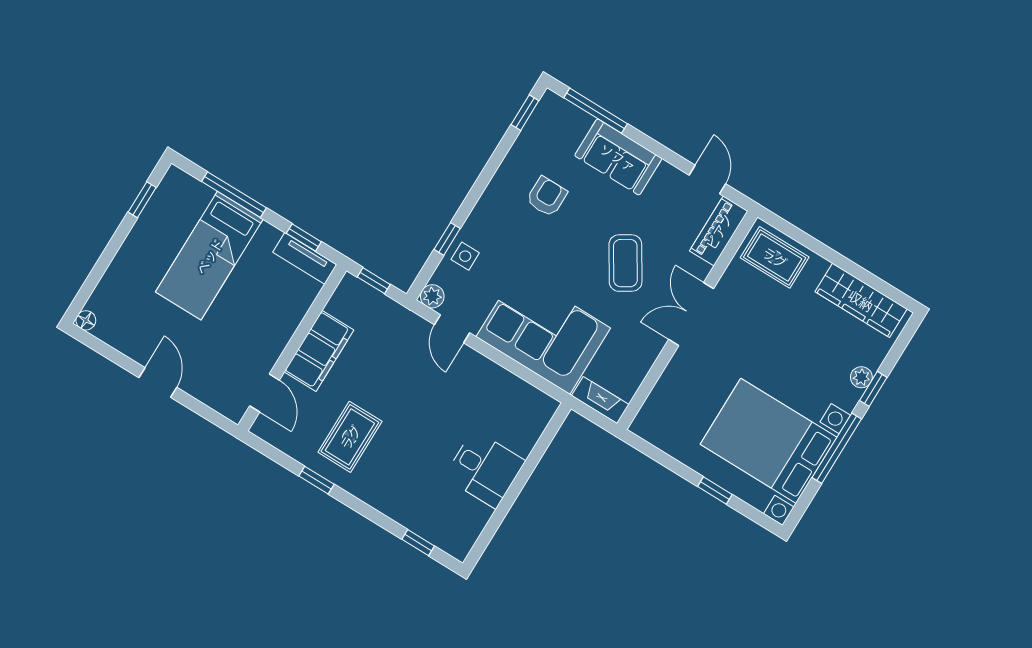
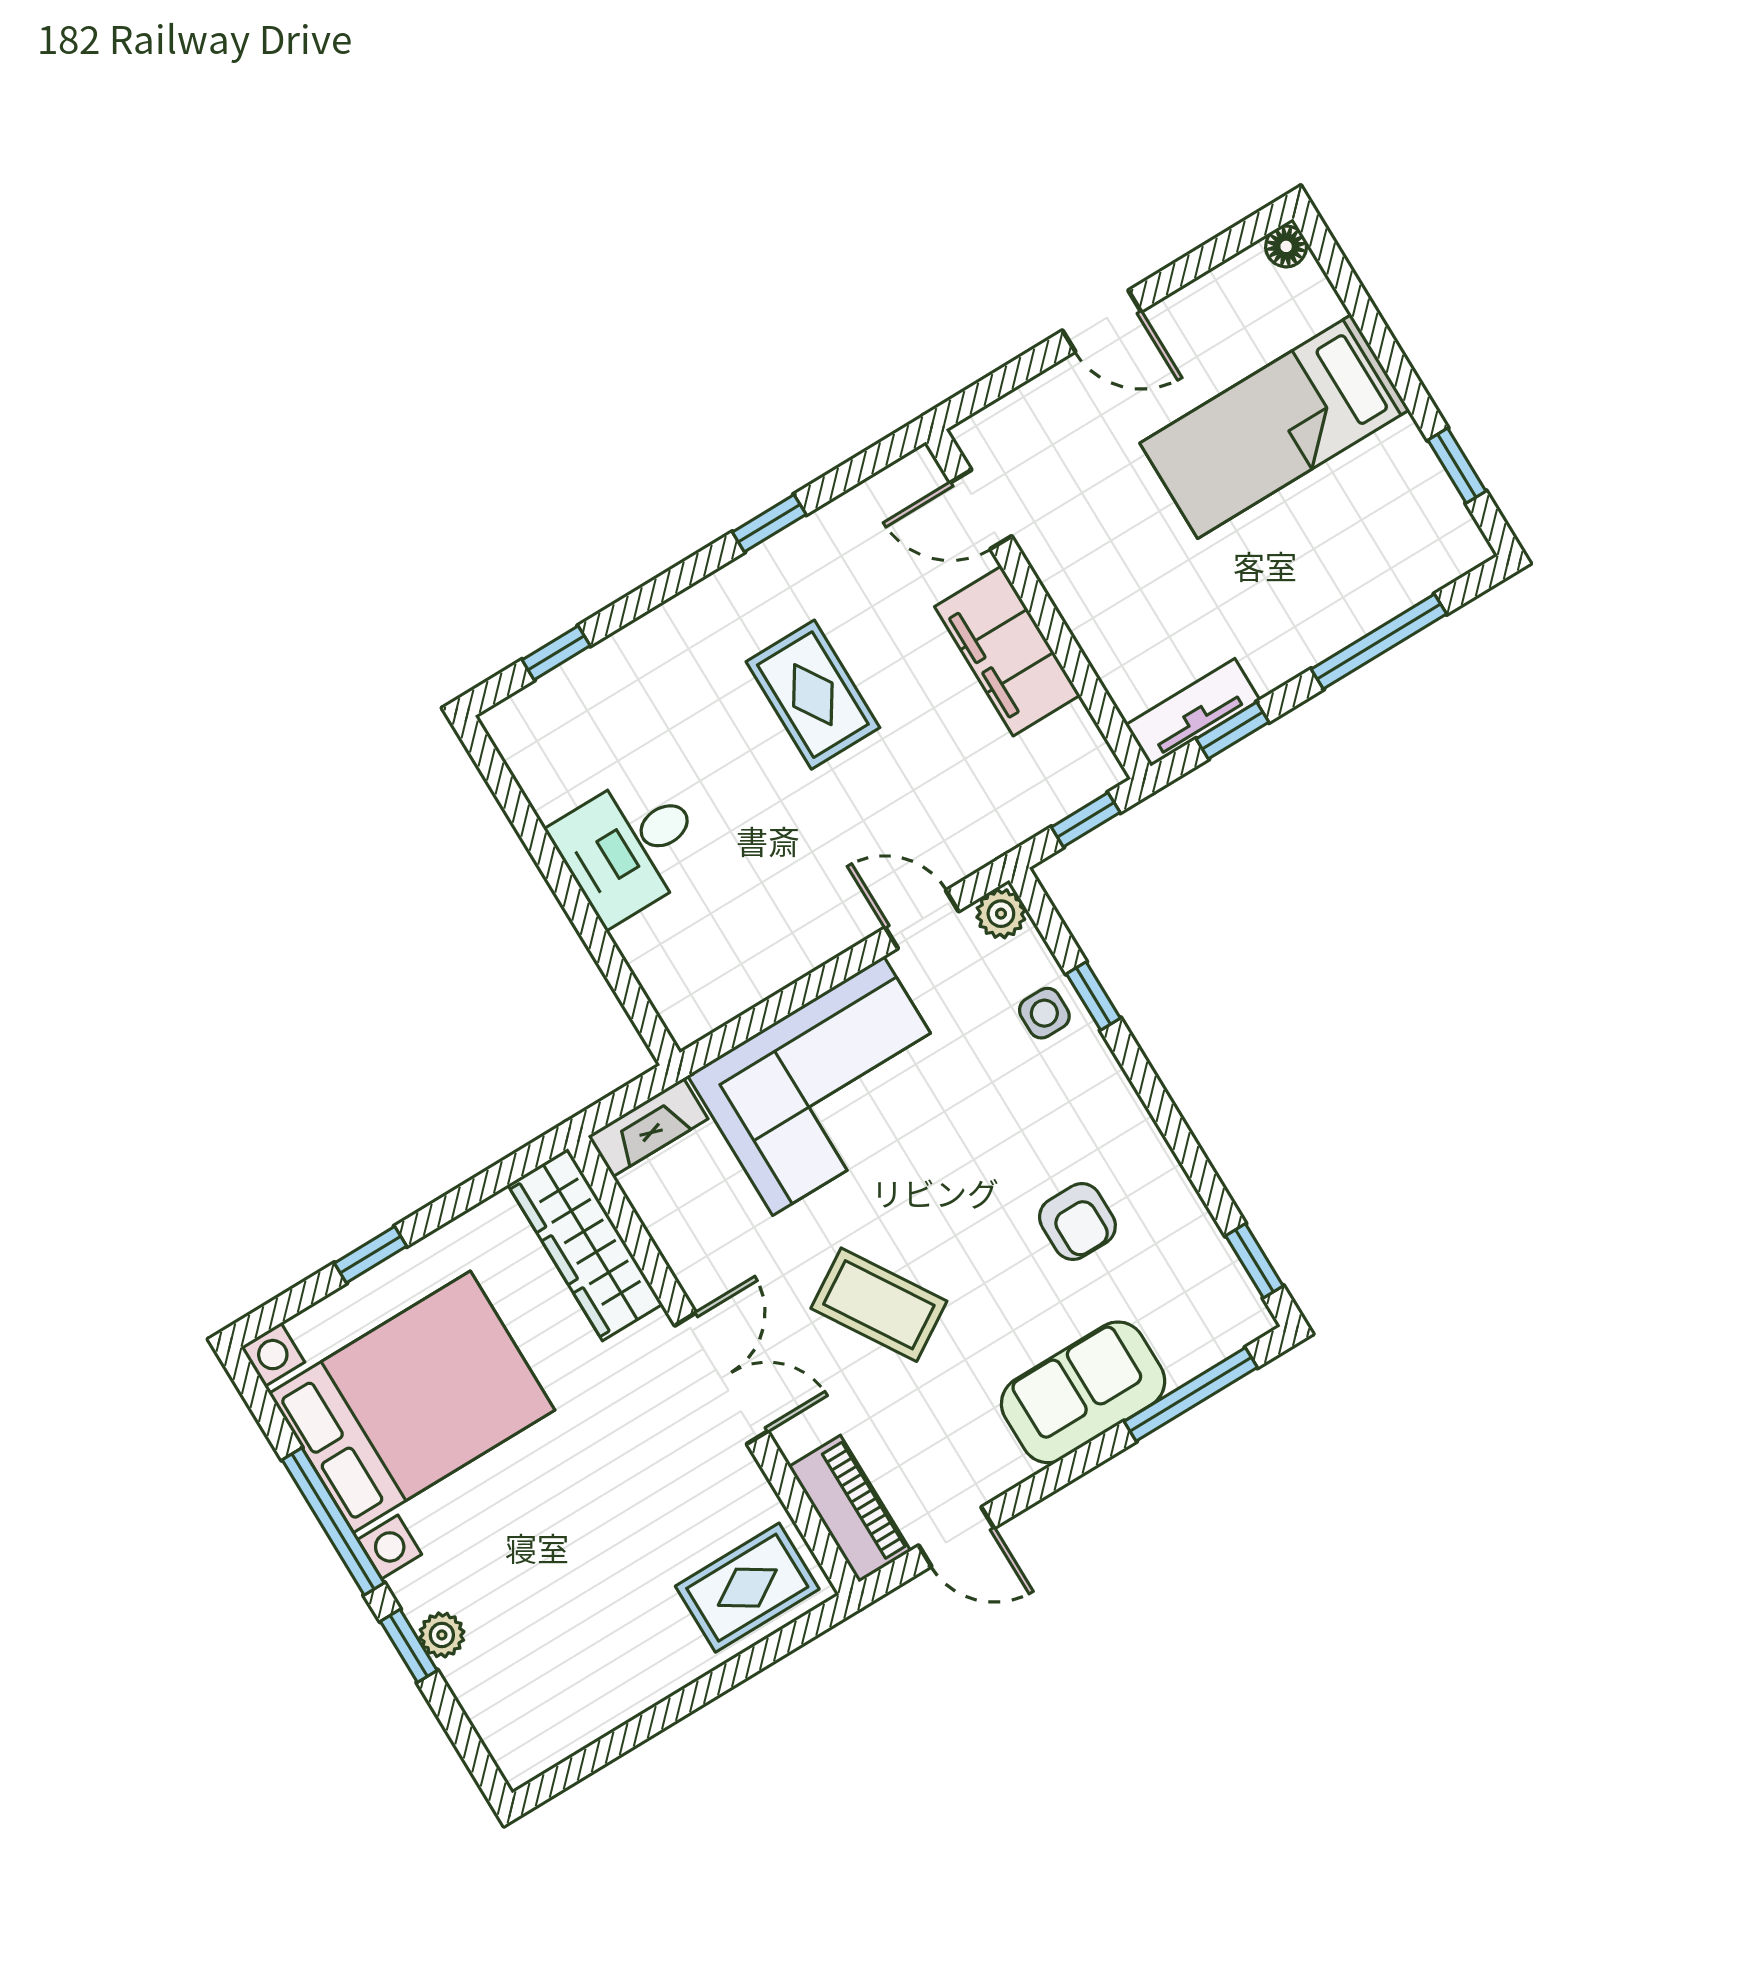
bed: (209, 256) -> (1274, 427), moved, turned -90
wardrobe: (861, 300) -> (585, 1245), moved, turned -90
rug: (350, 437) -> (813, 695), moved

